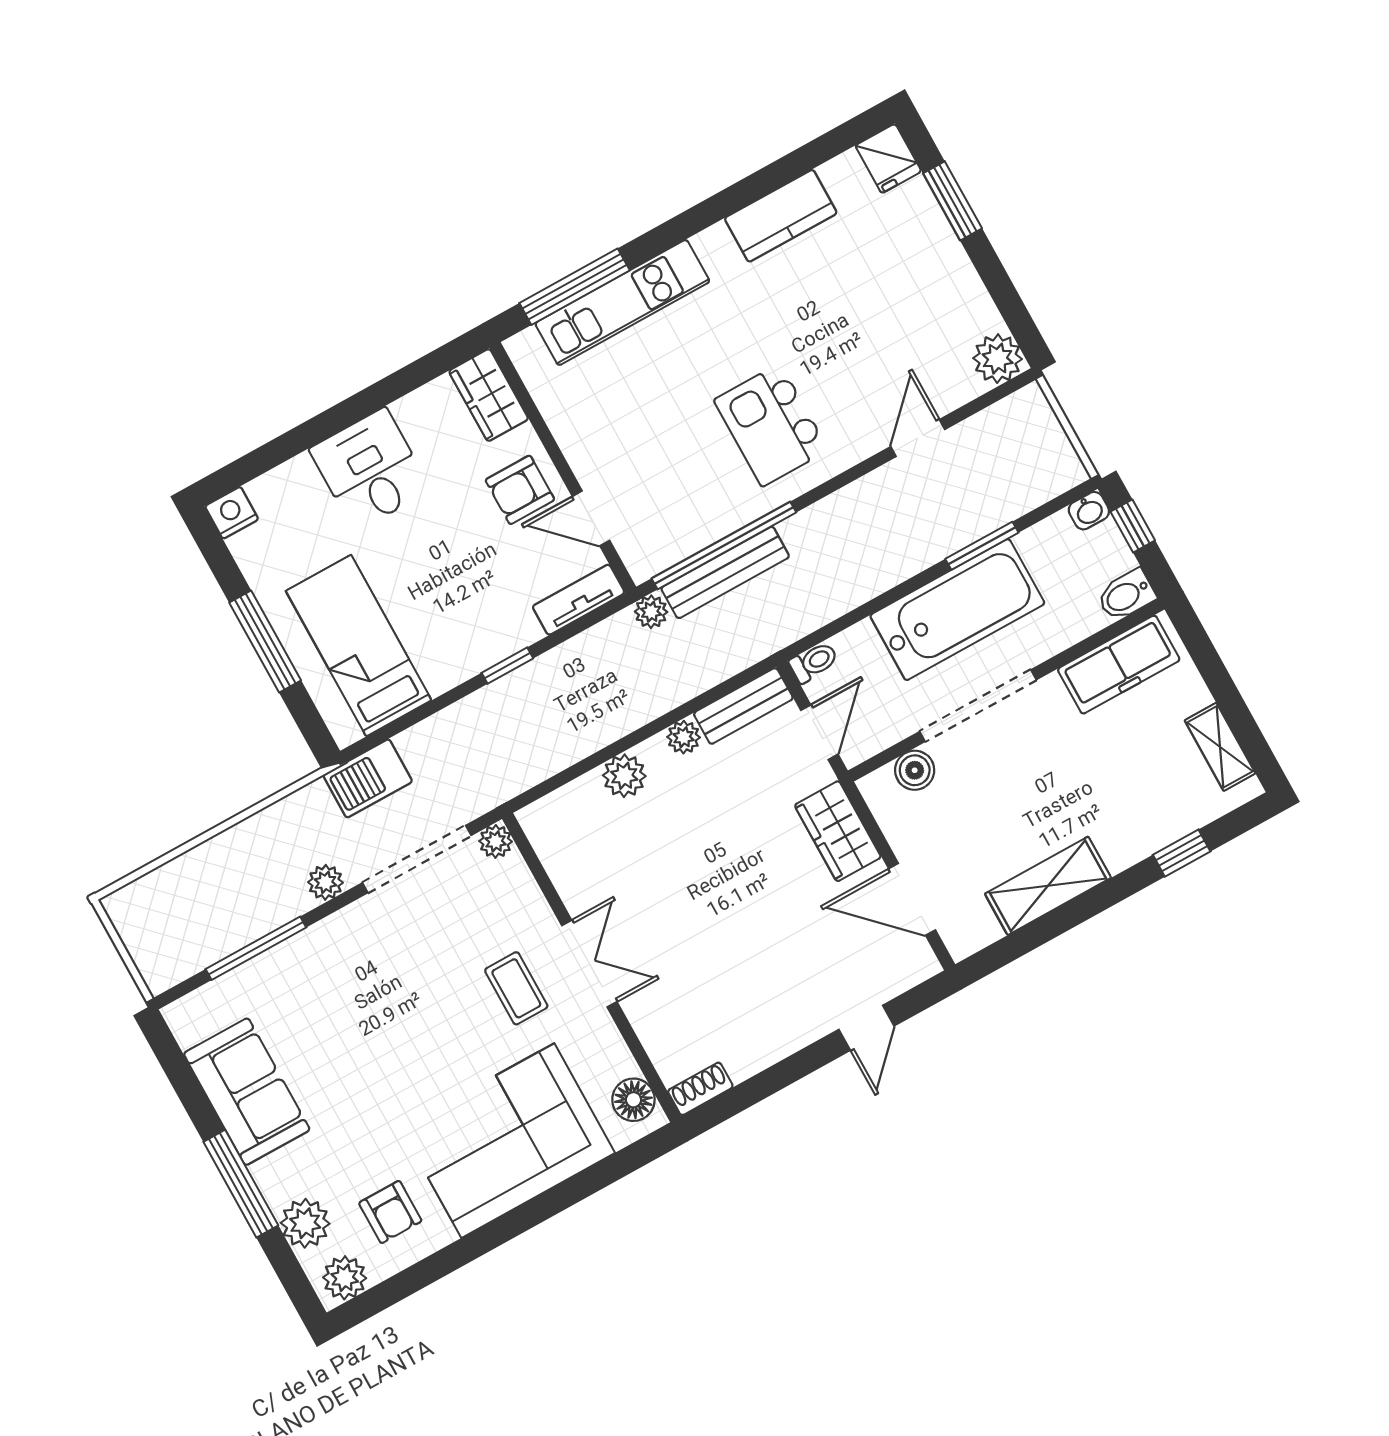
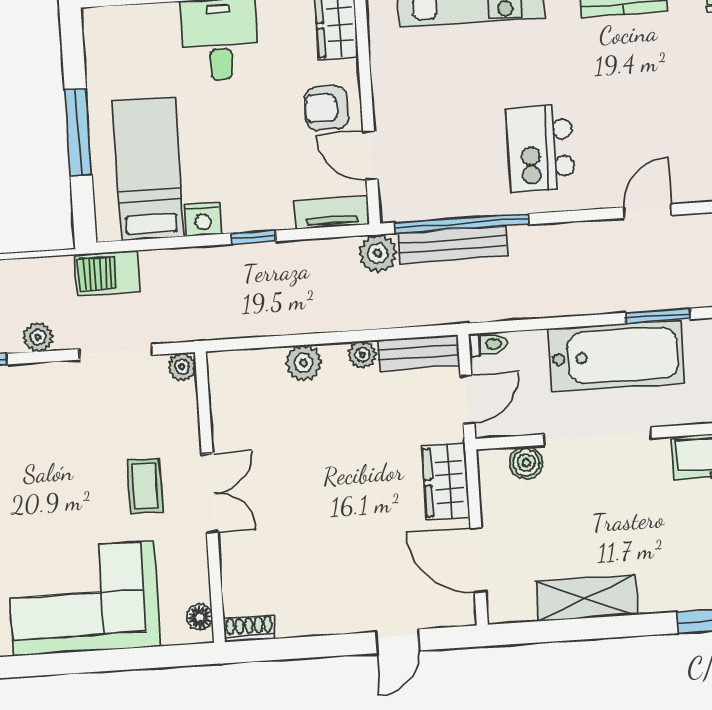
nightstand: (232, 513) -> (203, 219), moved, turned 180
plant: (651, 612) -> (378, 253), width x1.38, depth x1.38
doorway: (417, 859) -> (116, 352), width x0.73
floor lamp: (633, 1100) -> (200, 617), width x0.73, depth x0.73

